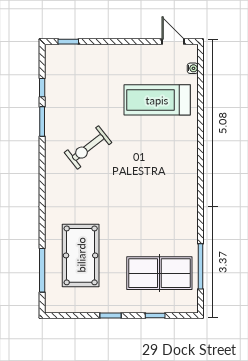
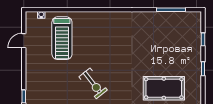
door: (173, 42) -> (24, 41), moved
table tennis table: (159, 273) -> (175, 37), removed

